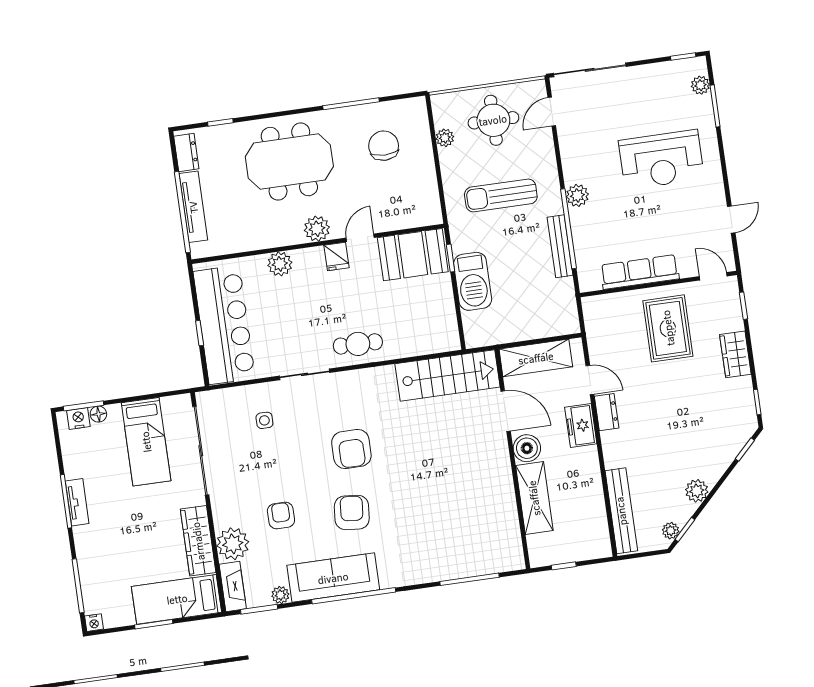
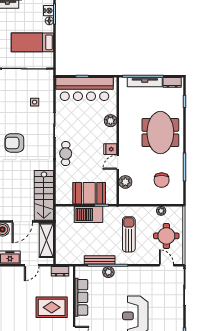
chair: (384, 146) -> (162, 180), turned 90
plant: (577, 195) -> (108, 272), moved
plant: (317, 229) -> (125, 182), moved
door: (360, 238) -> (118, 162), swing flipped
booth: (413, 255) -> (89, 193), moved, turned 90
dresser: (607, 412) -> (60, 271), moved

